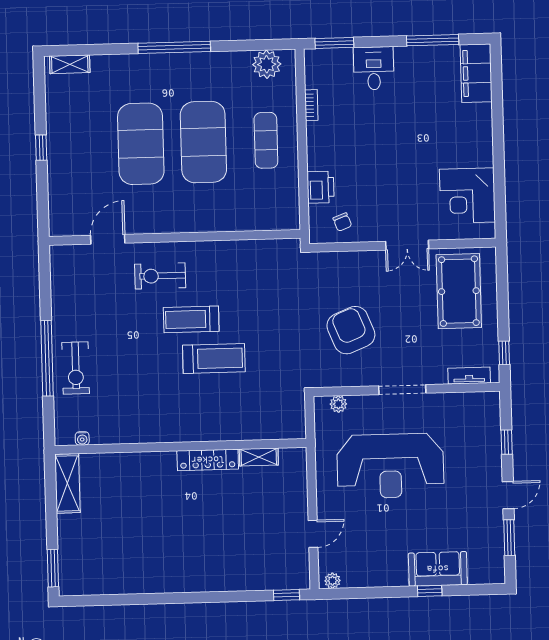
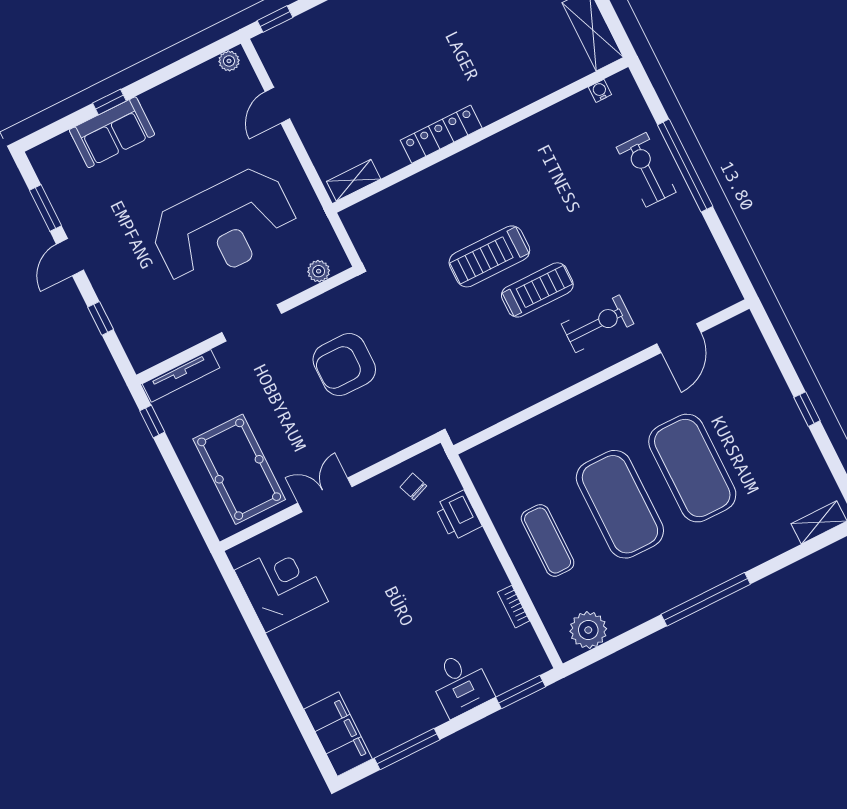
armchair: (351, 330) -> (344, 365), turned 112
tv unit: (469, 376) -> (181, 376), width x1.41
shelving: (259, 457) -> (354, 180), moved
reception desk: (390, 466) -> (224, 227), turned 180

